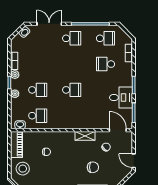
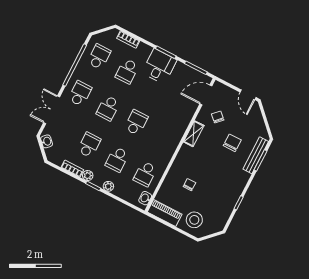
school desk: (38, 64) -> (89, 145), added
school desk: (72, 64) -> (108, 108), added
school desk: (38, 90) -> (117, 159), turned 180
desk: (121, 98) -> (159, 66), moved
school desk: (38, 116) -> (145, 174), turned 180
door: (134, 161) -> (248, 95), hinge flipped

